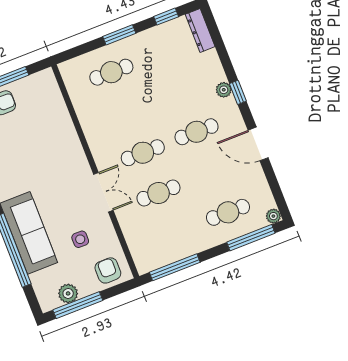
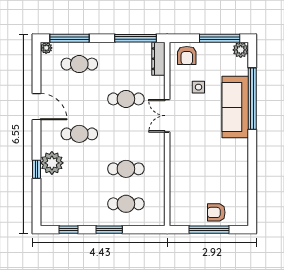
dresser: (200, 30) -> (158, 59), moved, turned 180
plant: (224, 90) -> (52, 163), width x1.87, depth x1.87
window: (238, 92) -> (37, 169), moved
cafe table: (143, 153) -> (126, 169), moved
plant: (68, 293) -> (241, 50), moved

